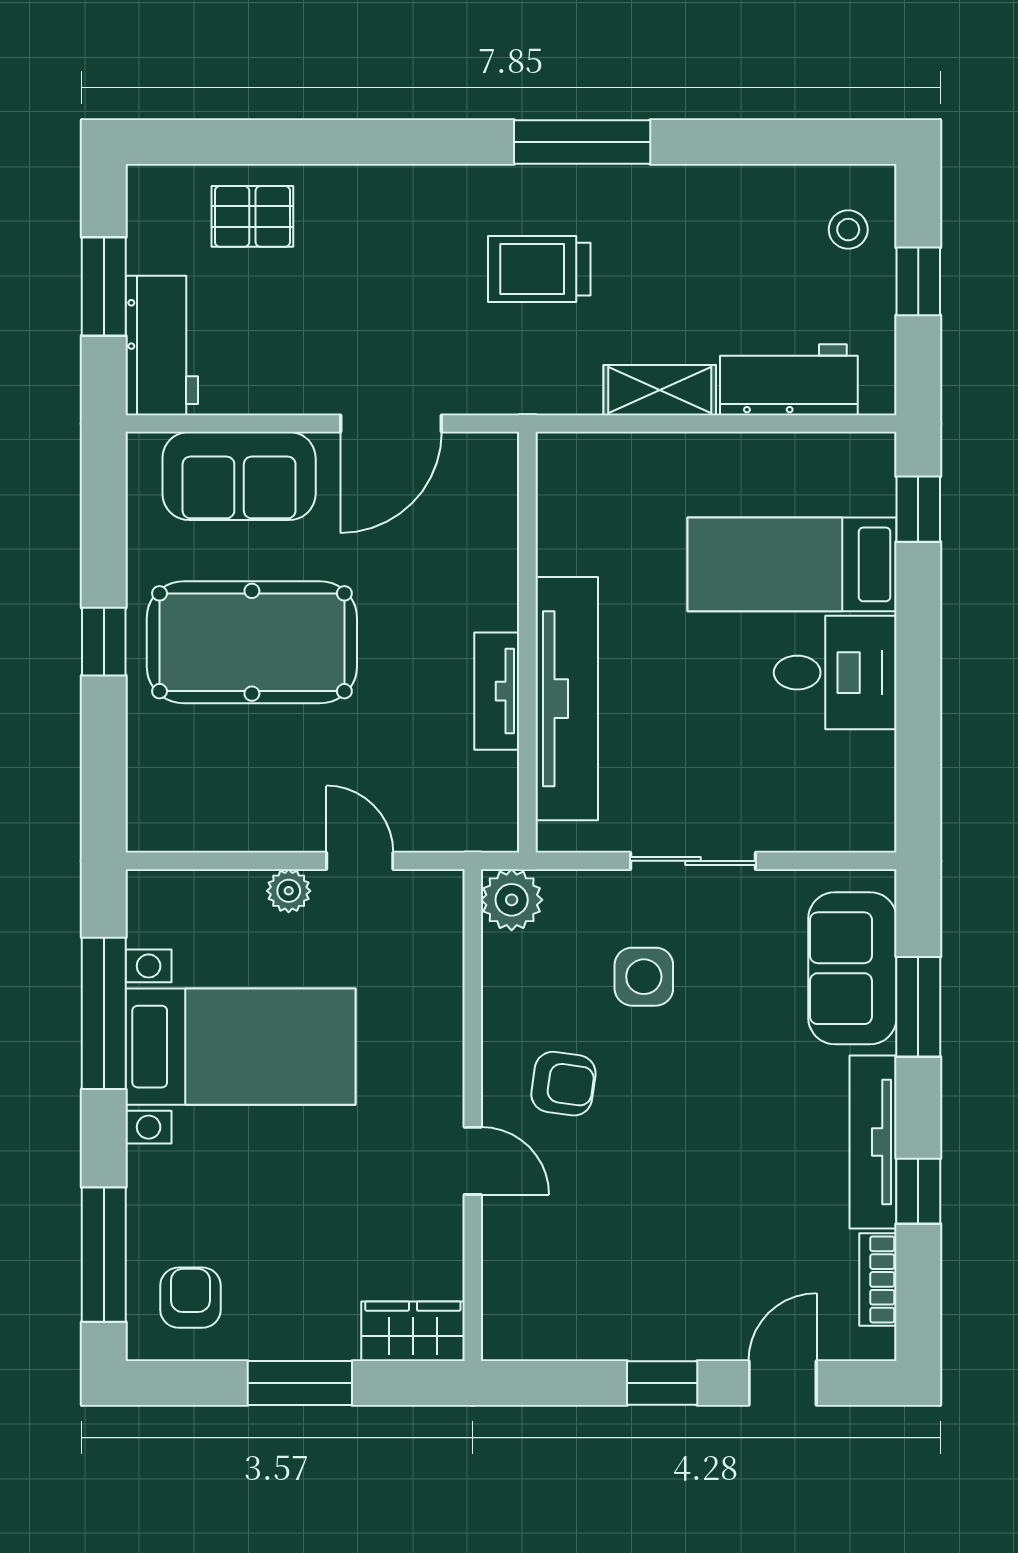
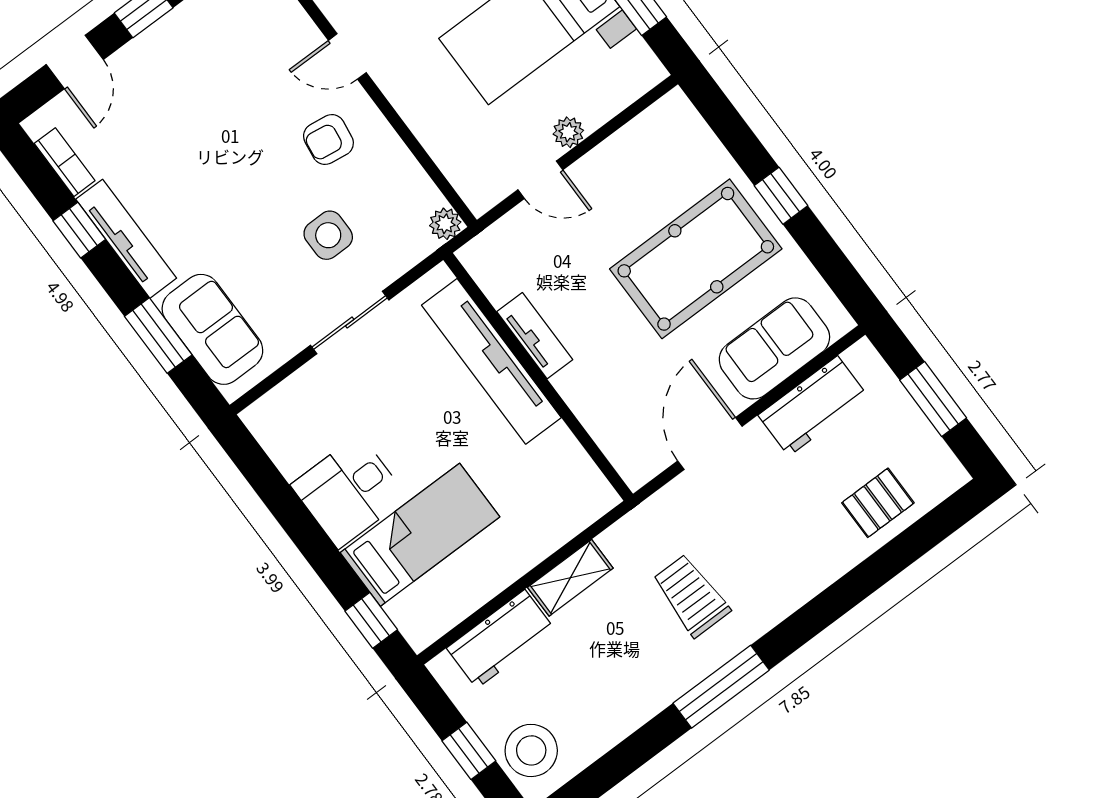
stool: (848, 230) -> (531, 750), width x1.89, depth x1.89
trolley: (539, 269) -> (691, 596), turned -90
workbench: (162, 345) -> (813, 406), moved, turned -90
plant: (512, 900) -> (445, 224), width x0.73, depth x0.73

